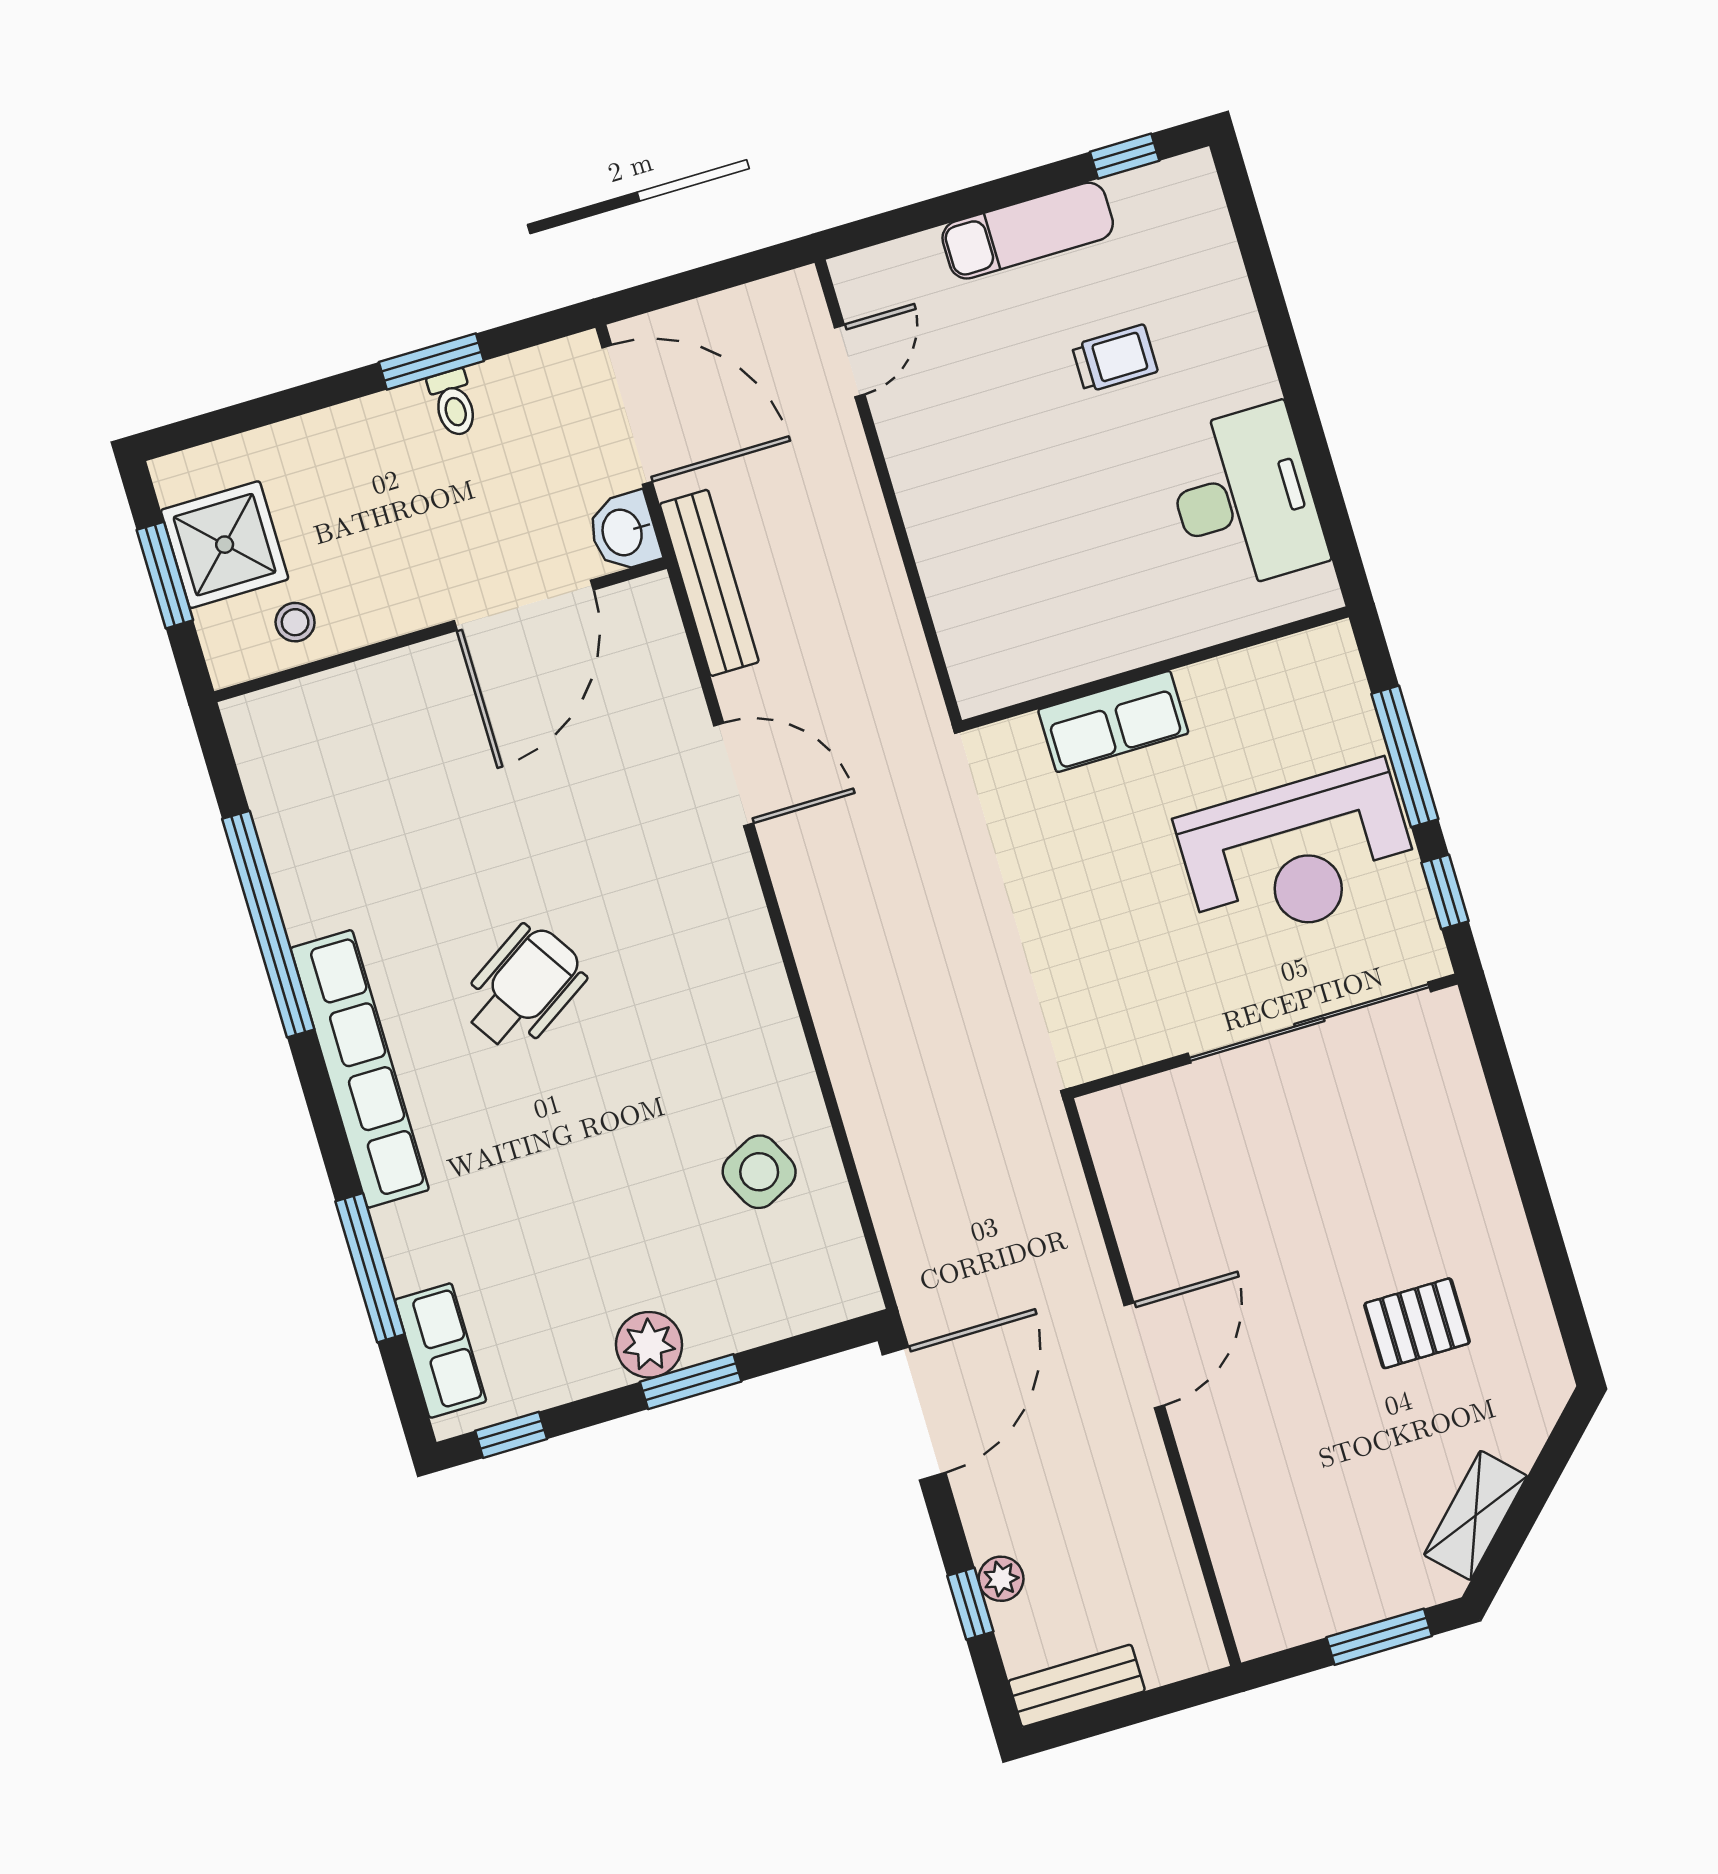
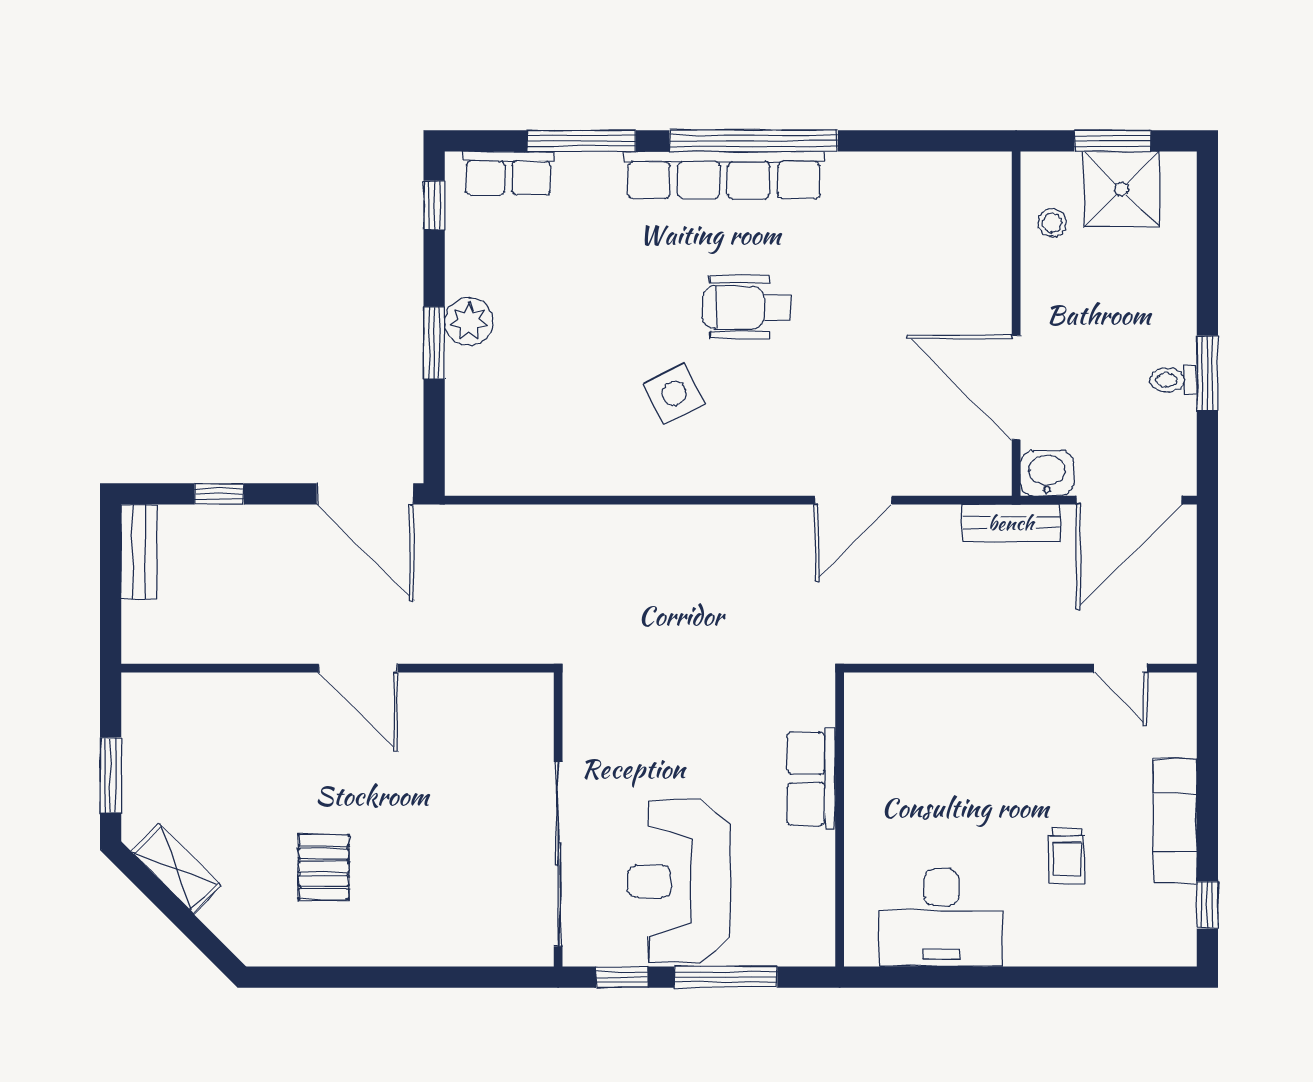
bench: (709, 583) -> (1011, 523), width x0.73
window: (268, 924) -> (754, 141), moved
wheelchair: (523, 988) -> (747, 307), turned 123
side table: (759, 1172) -> (674, 393), moved
plant: (1001, 1579) -> (230, 521), removed

